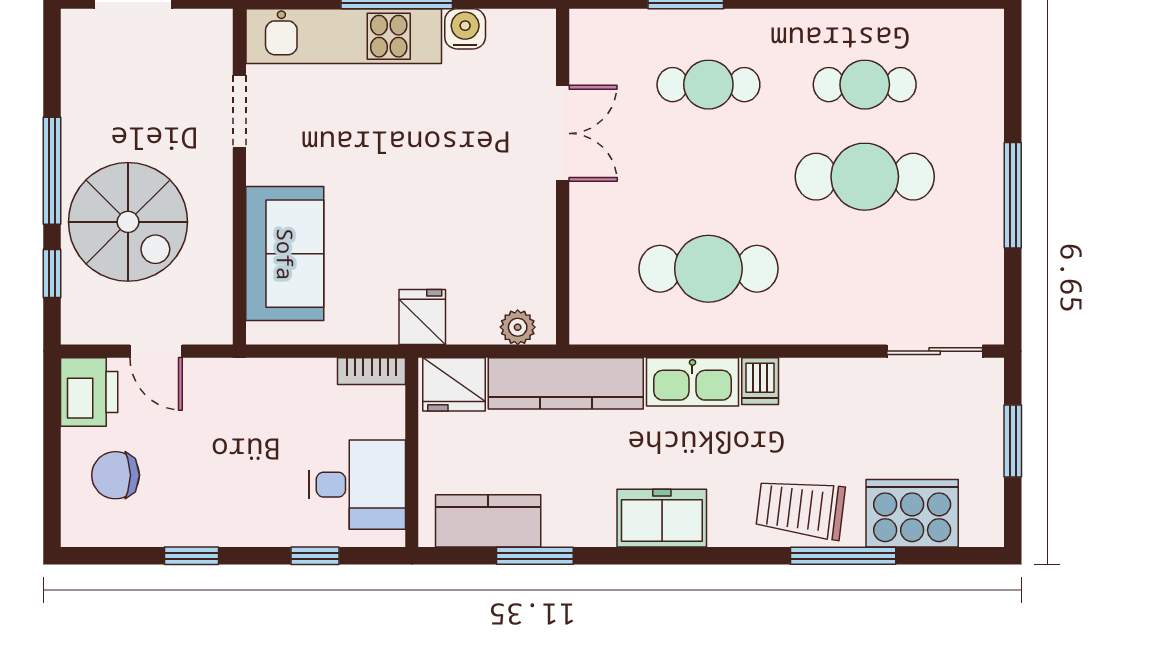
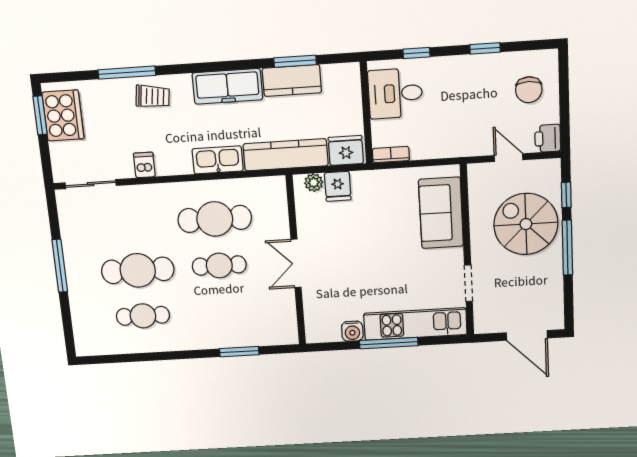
cafe table: (708, 85) -> (219, 266), moved
double door: (563, 133) -> (296, 263), moved
fridge: (422, 317) -> (338, 186), moved
dishwasher: (760, 381) -> (144, 165), moved
printer: (89, 392) -> (548, 138), width x0.73, depth x0.81
window: (1013, 441) -> (40, 115), moved
chair: (116, 475) -> (529, 90), turned 90
trolley: (800, 509) -> (153, 96), width x0.73, depth x0.72
cooker: (912, 513) -> (63, 115), moved, turned -90
freezer: (662, 518) -> (227, 86), width x1.40
kitchen counter: (488, 521) -> (292, 81), moved

